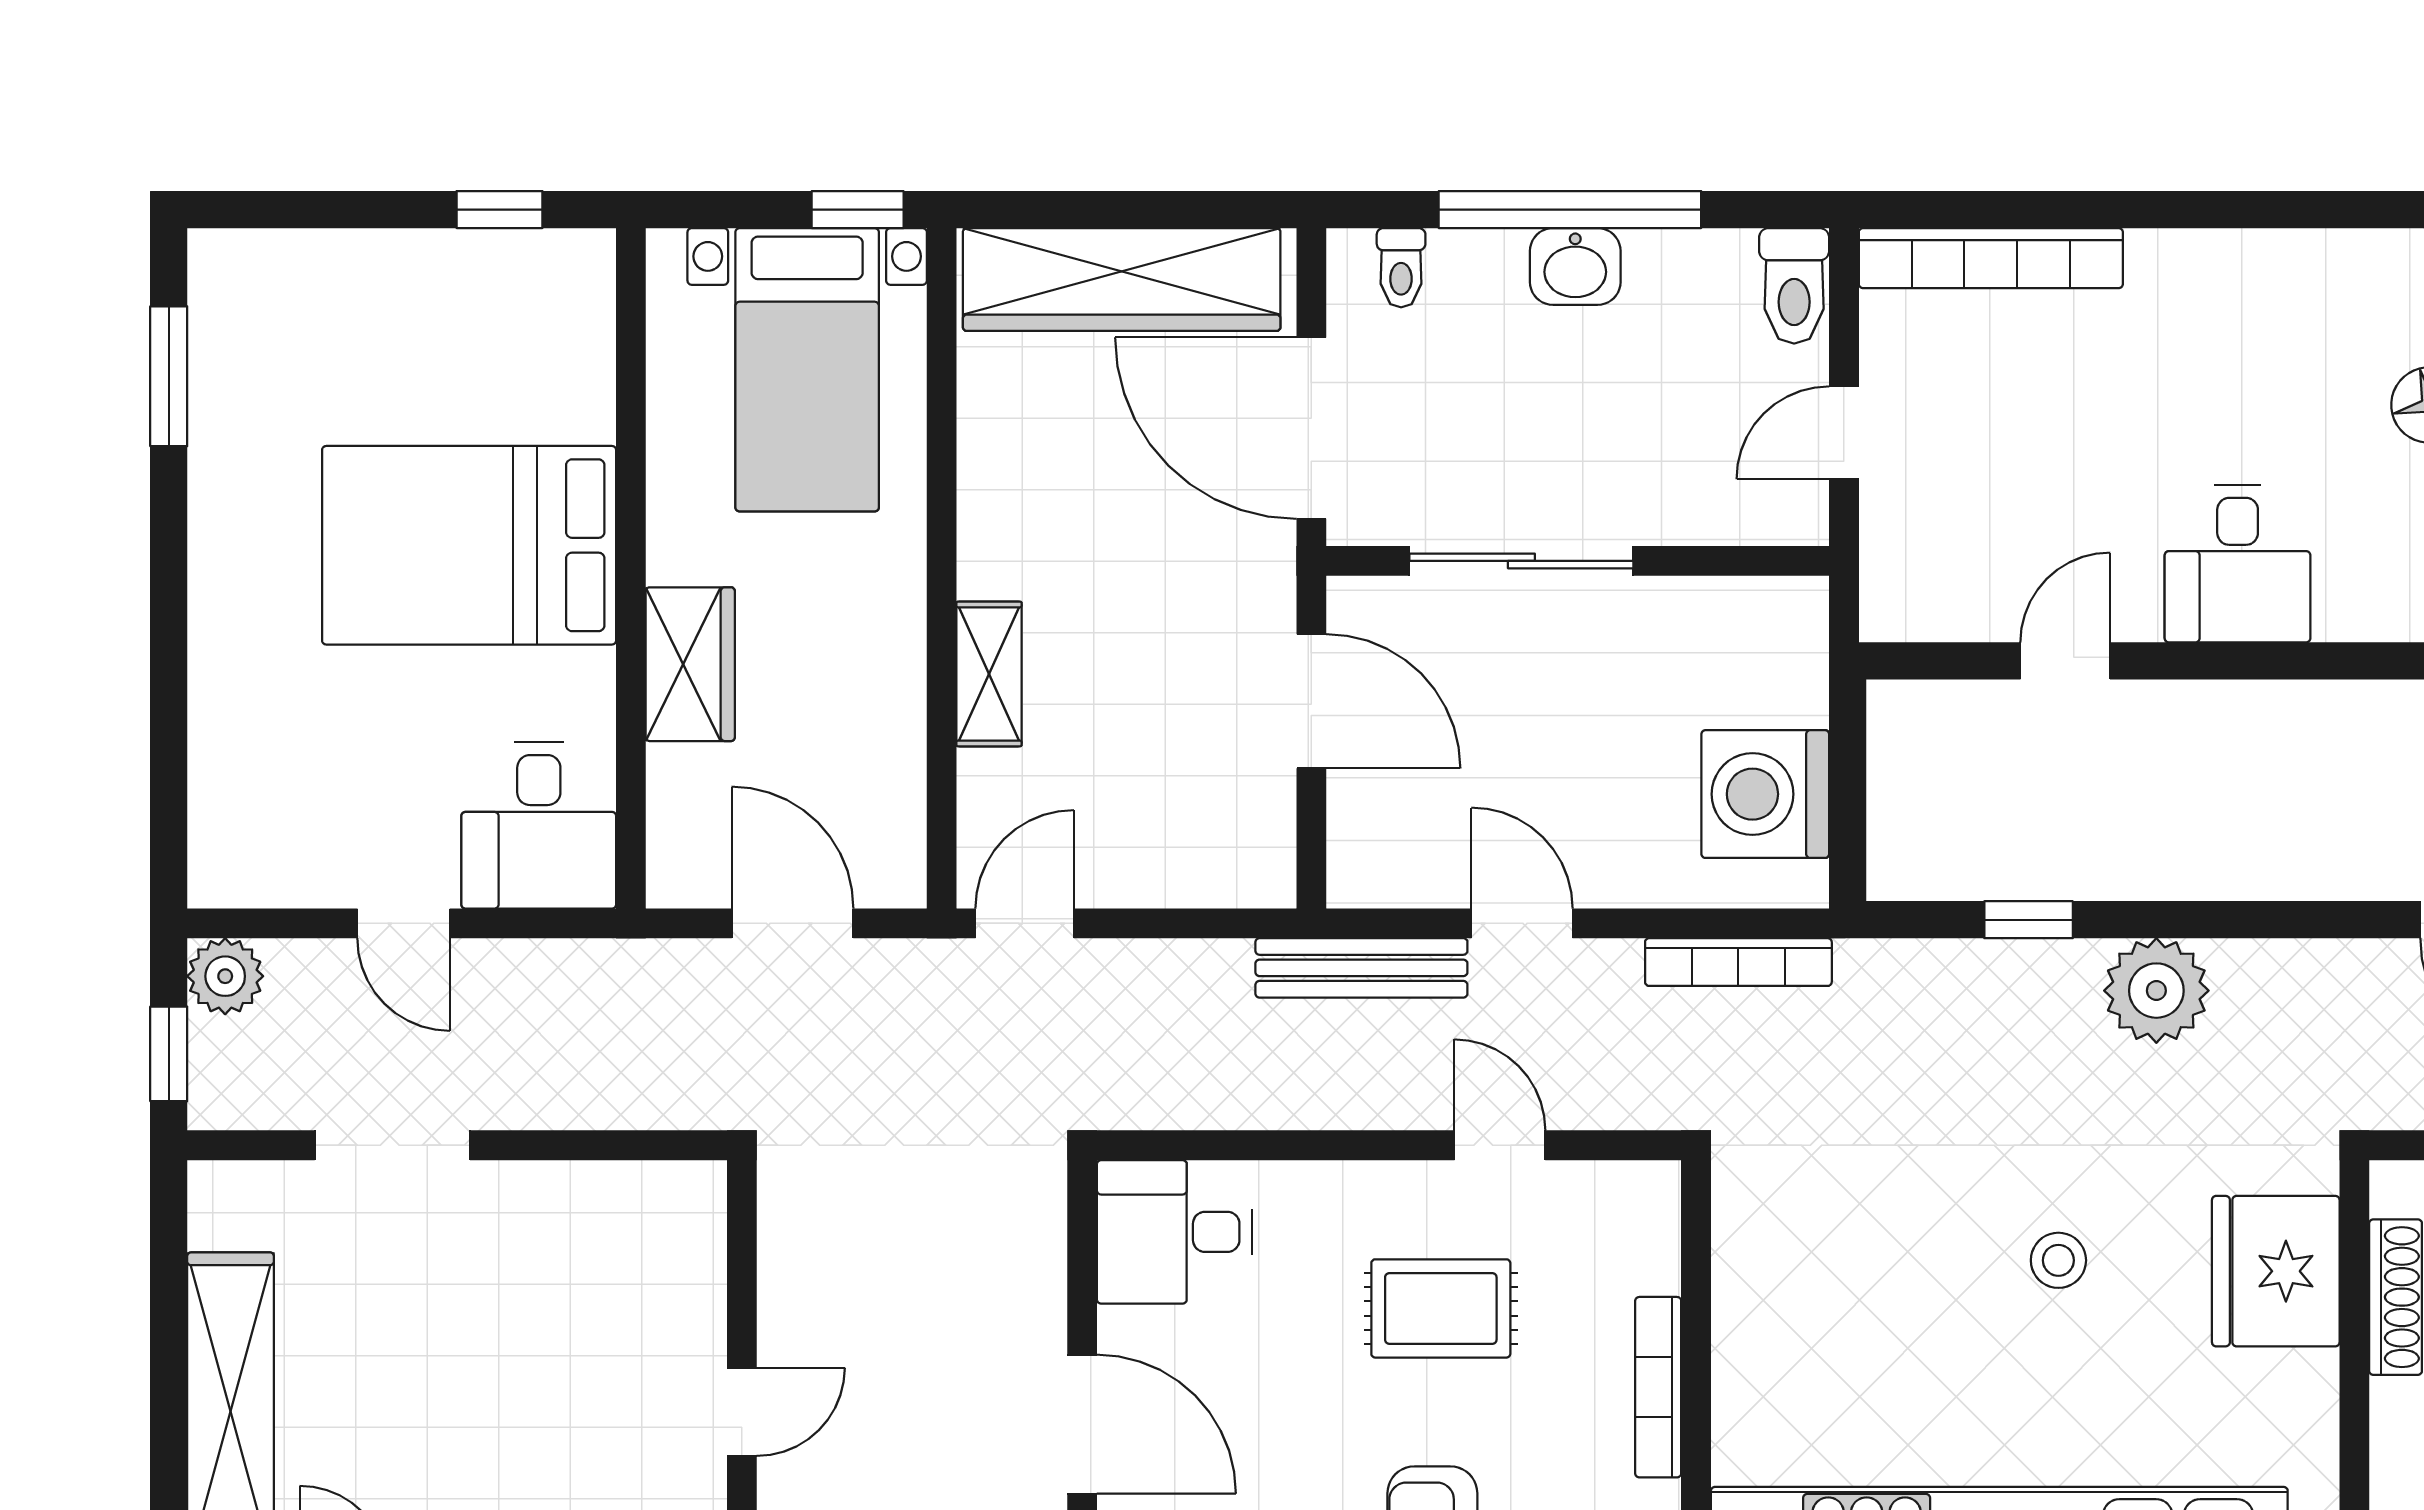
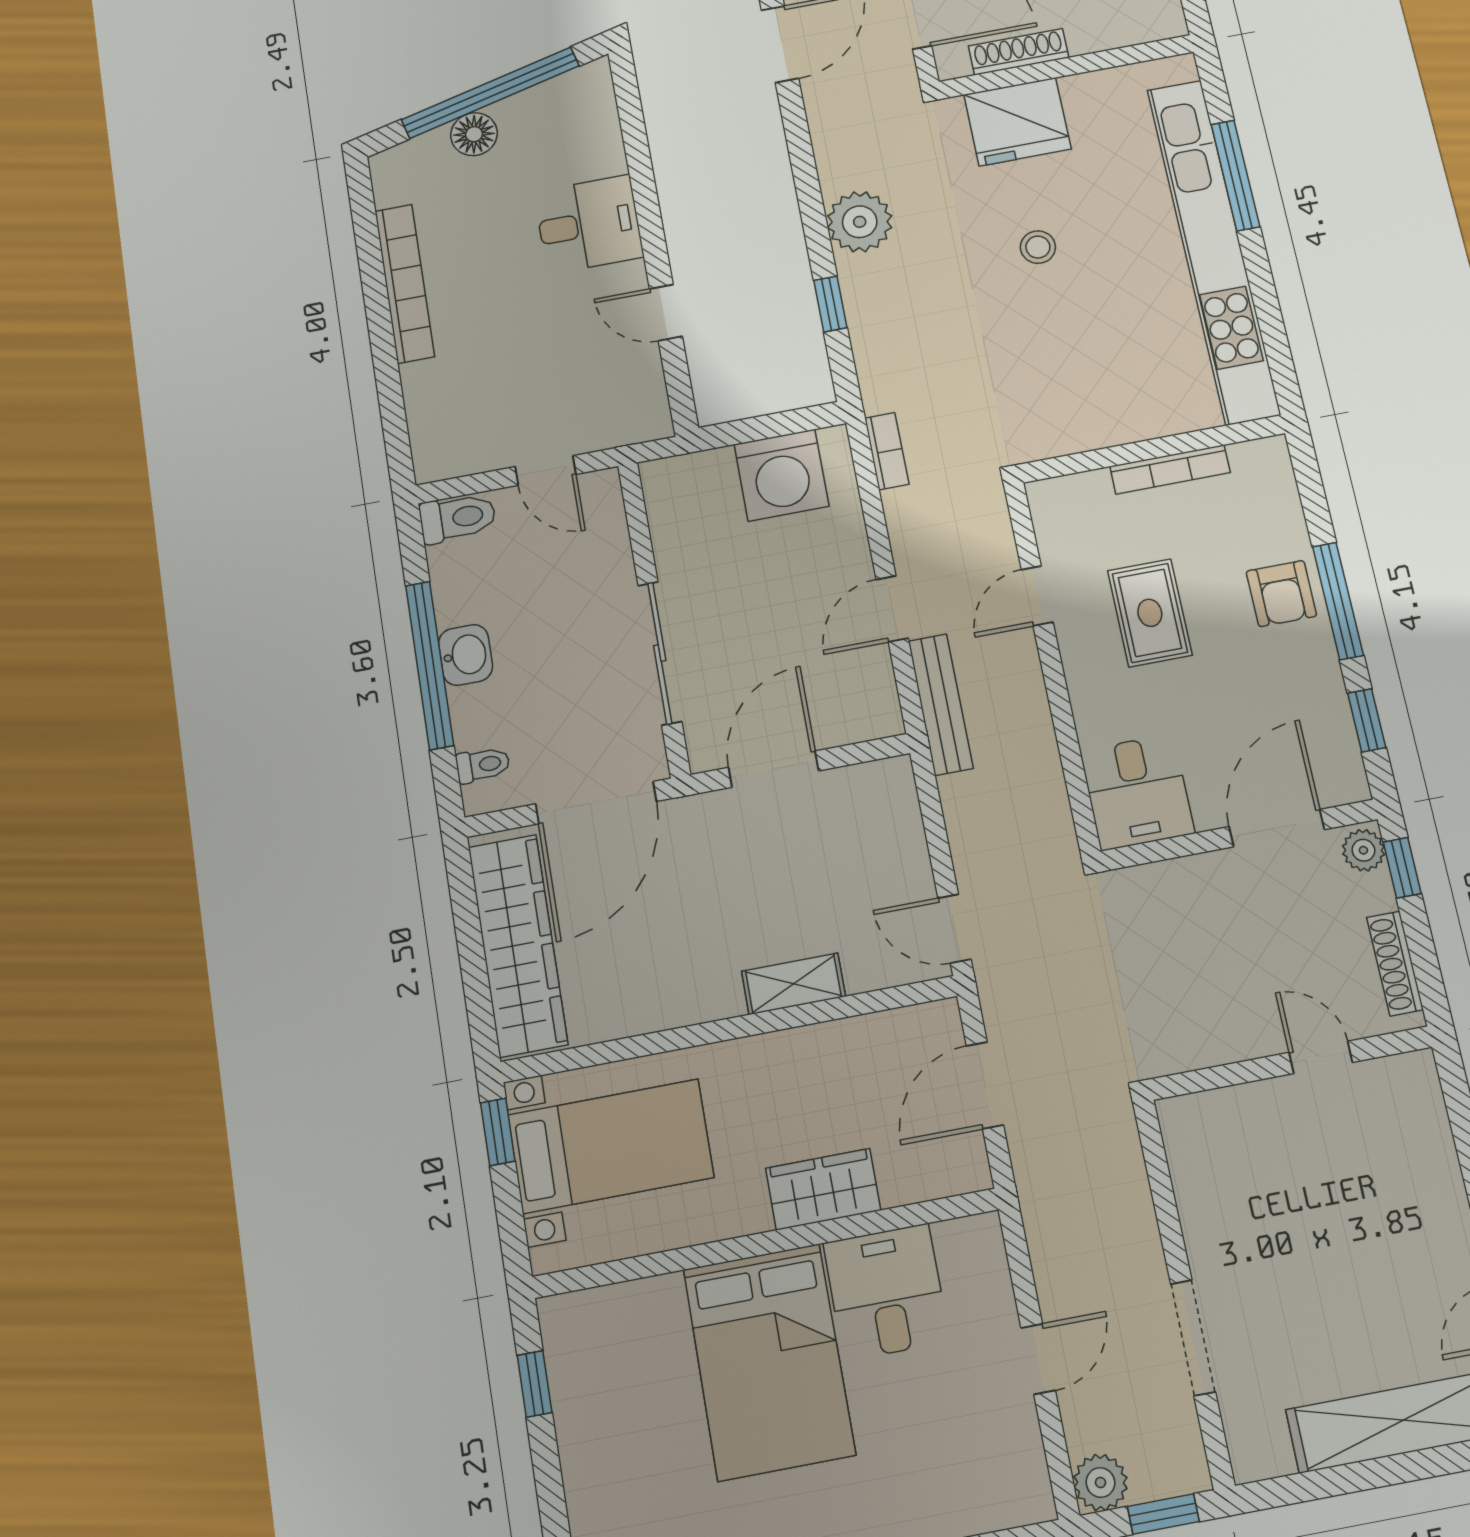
bookcase: (1991, 258) -> (405, 283), moved
desk: (539, 825) -> (886, 1292), moved, turned -90
bookcase: (1738, 962) -> (887, 451), width x0.64

